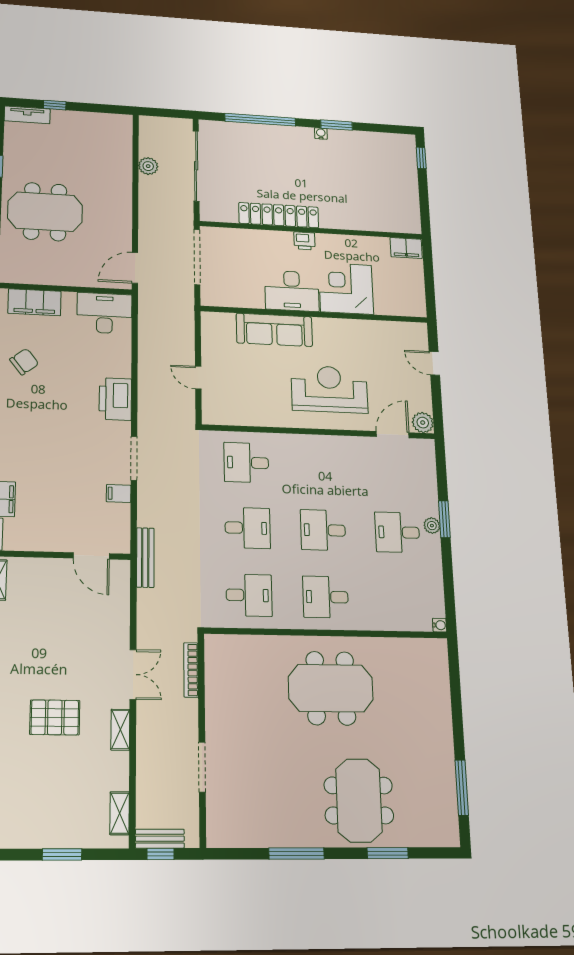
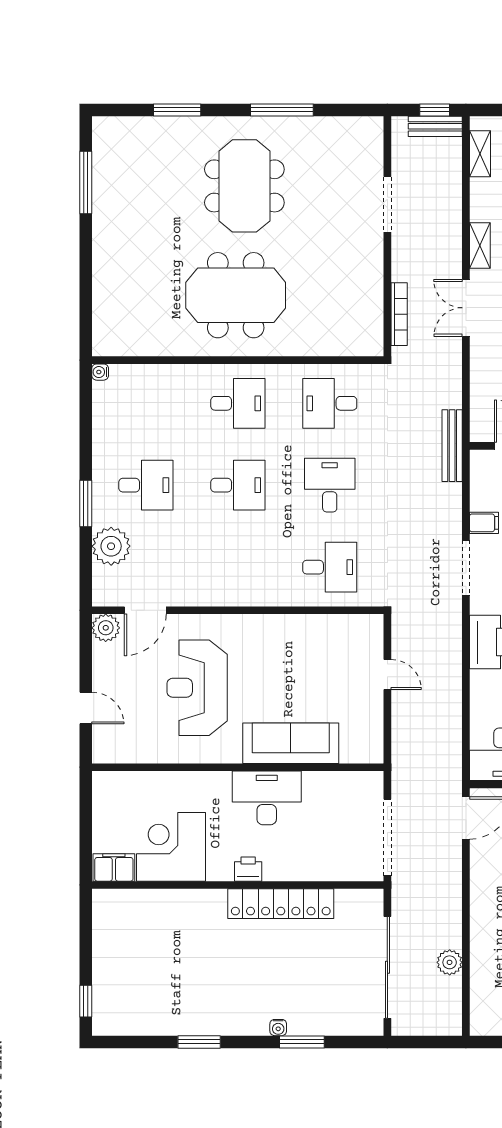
window: (260, 120) -> (302, 1042), width x0.47
water cooler: (321, 134) -> (278, 1028), moved
corner desk: (346, 288) -> (171, 847), moved, turned 180
reception desk: (329, 389) -> (197, 688), moved, turned 90
plant: (432, 526) -> (111, 546), moved, width x1.88, depth x1.88
desk: (248, 528) -> (330, 485), turned 90
meeting table: (359, 800) -> (244, 186), moved

